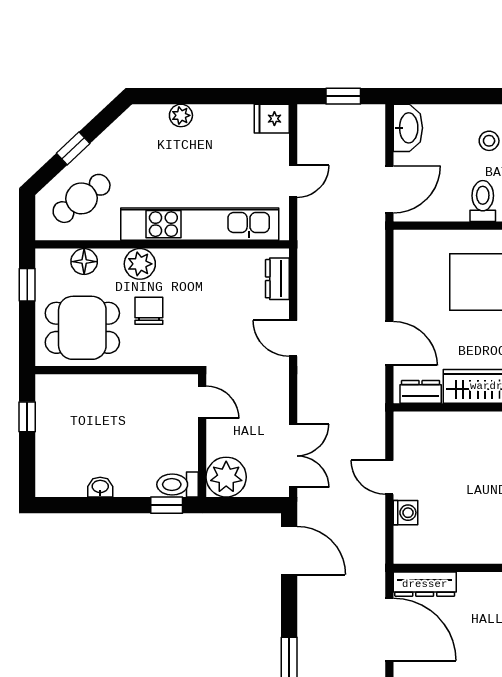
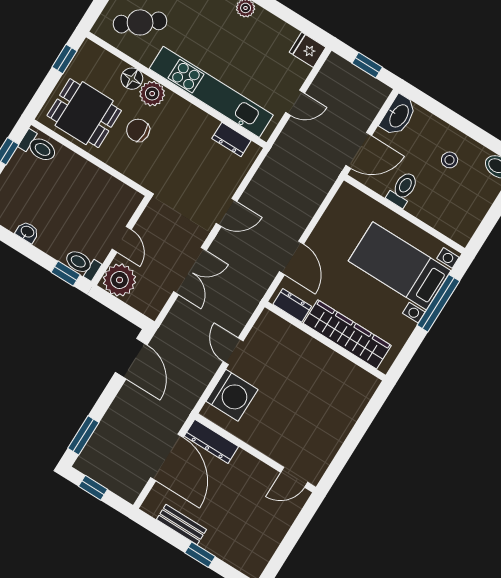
toilet: (483, 201) -> (403, 189), moved
floor lamp: (84, 262) -> (132, 79), moved
dresser: (277, 279) -> (231, 140), moved, turned -90
chair: (149, 311) -> (138, 130), turned -90
door: (293, 338) -> (227, 212), swing flipped
toilet: (57, 392) -> (38, 147), added
door: (202, 402) -> (122, 239), moved
double door: (293, 456) -> (190, 271), moved
washing machine: (406, 513) -> (232, 395), width x1.89, depth x1.89

